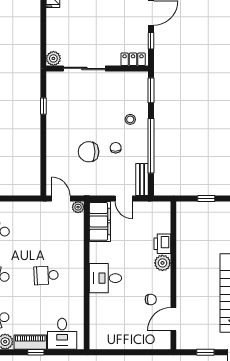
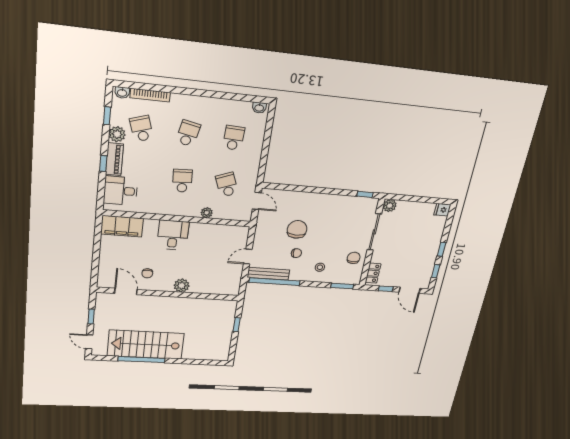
chair: (116, 85) -> (354, 258), added
window: (43, 106) -> (365, 194), moved
window: (151, 146) -> (275, 282), moved
bench: (142, 179) -> (268, 274), width x1.36
door: (61, 198) -> (257, 201), hinge flipped
plant: (78, 207) -> (207, 213), moved
filing cabinet: (100, 221) -> (122, 226), moved
school desk: (46, 231) -> (227, 185), added
printer: (162, 244) -> (200, 287), removed

